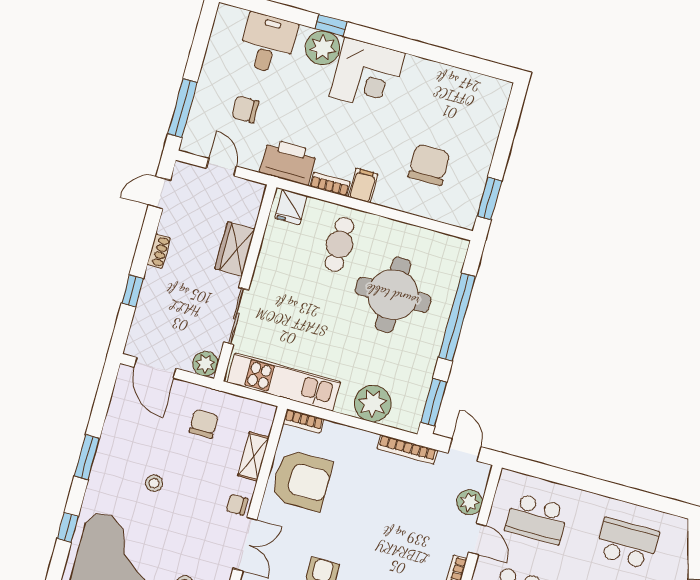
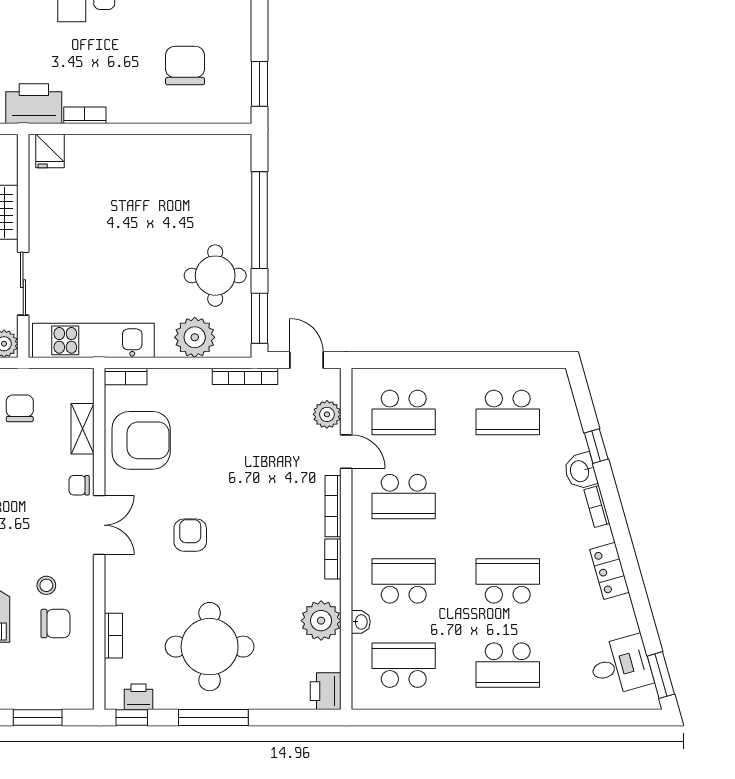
filing cabinet: (363, 185) -> (121, 107), removed
cafe table: (339, 244) -> (113, 177), removed
round table: (393, 295) -> (215, 276), moved, width x0.73, depth x0.73
school desk: (627, 543) -> (508, 412), turned 180

